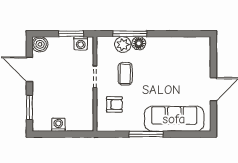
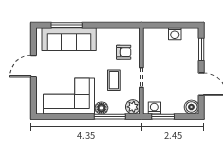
plant: (123, 45) -> (133, 107), moved
corner sofa: (174, 56) -> (69, 96), added
armchair: (114, 104) -> (124, 52), turned 180
window: (146, 134) -> (67, 25), moved

